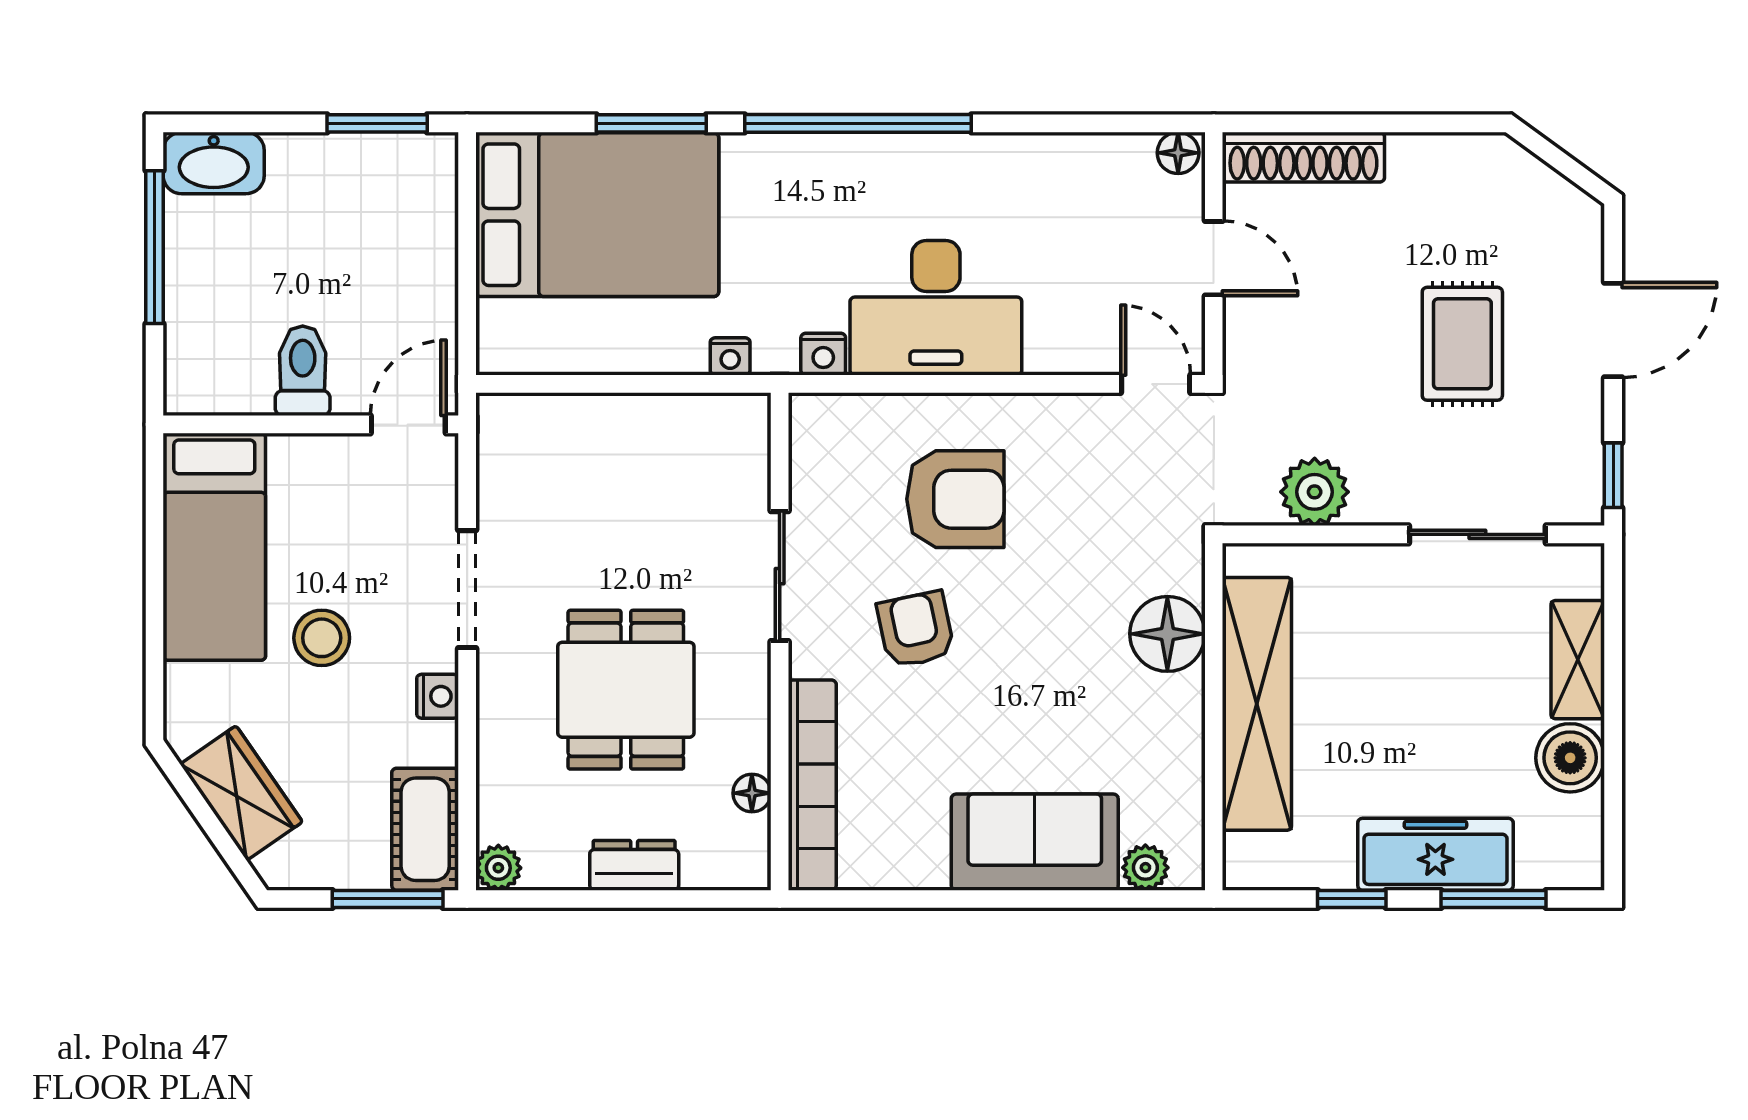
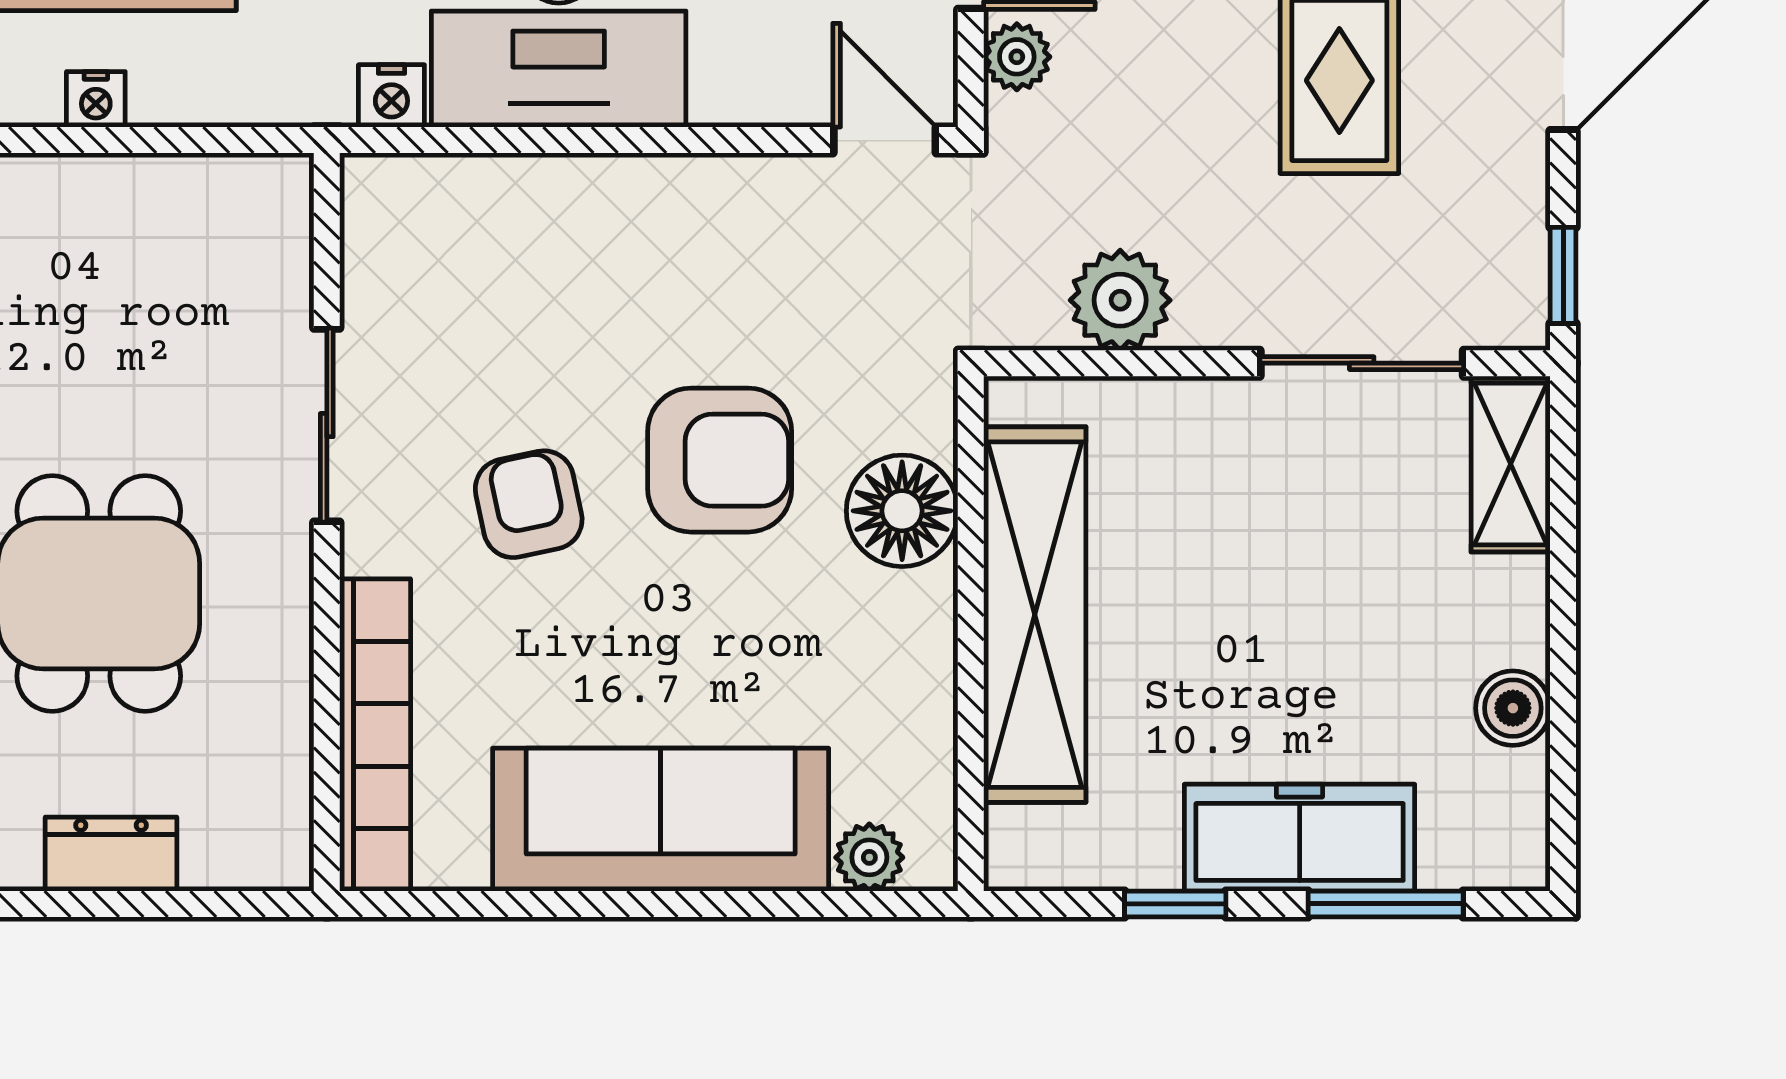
plant: (1245, 328) -> (1017, 57), added
nightstand: (730, 356) -> (96, 99), moved
armchair: (955, 499) -> (720, 460), moved
shelving: (1578, 660) -> (1511, 464), moved
boiler: (1570, 758) -> (1513, 708), width x0.73, depth x0.73
floor lamp: (752, 793) -> (286, 747), removed
sofa: (1035, 842) -> (661, 820), width x1.36

